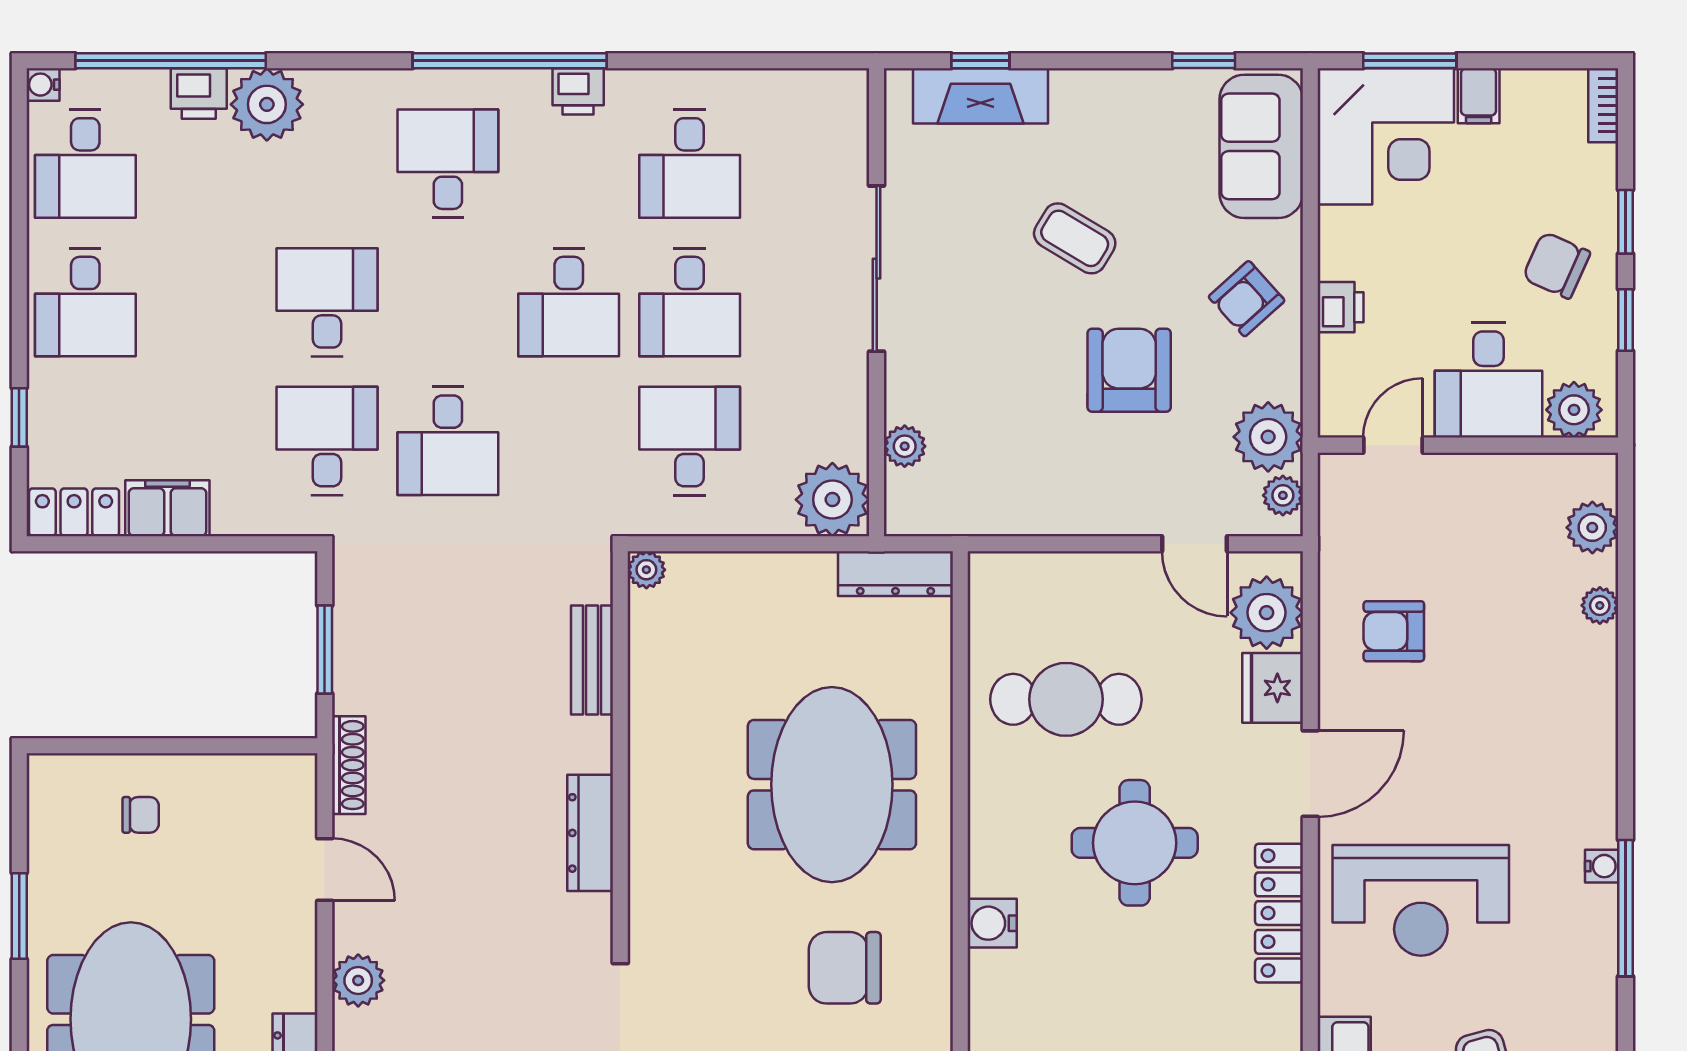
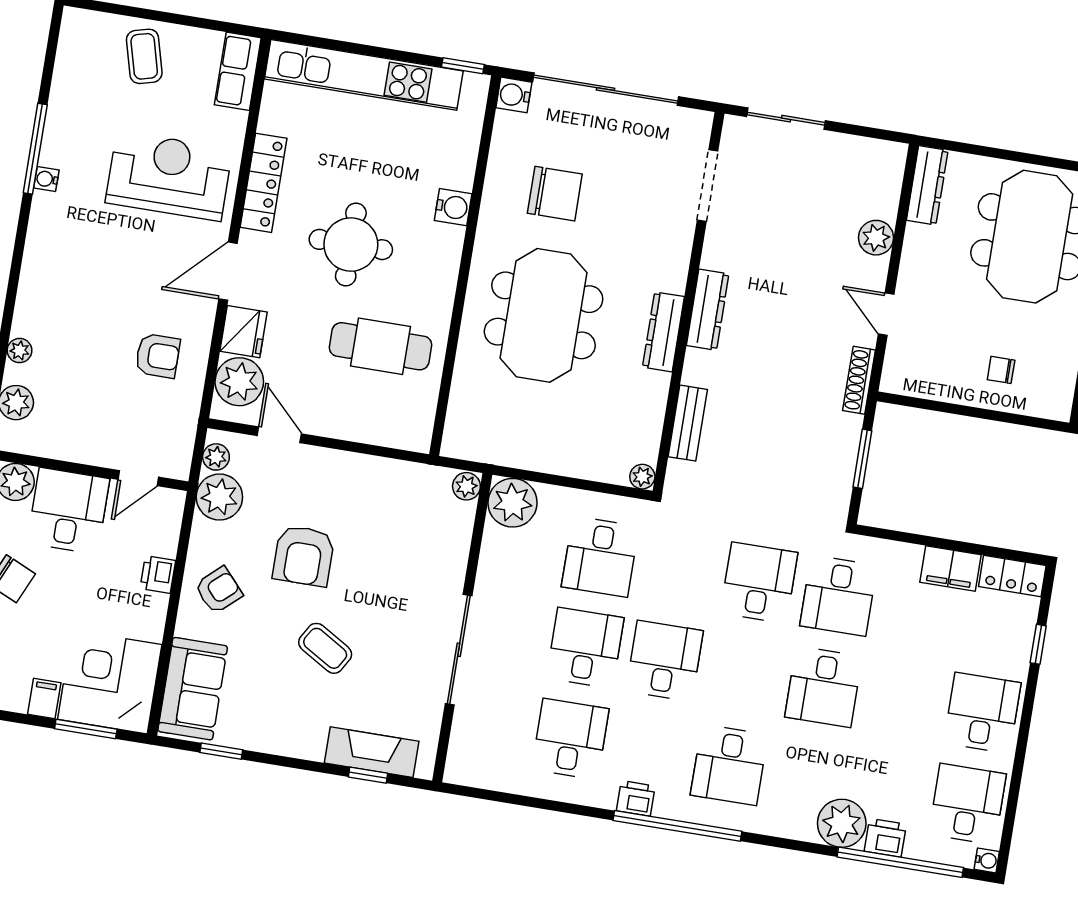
plant: (905, 446) -> (466, 486), moved
dresser: (895, 574) -> (663, 332), moved, turned -90

